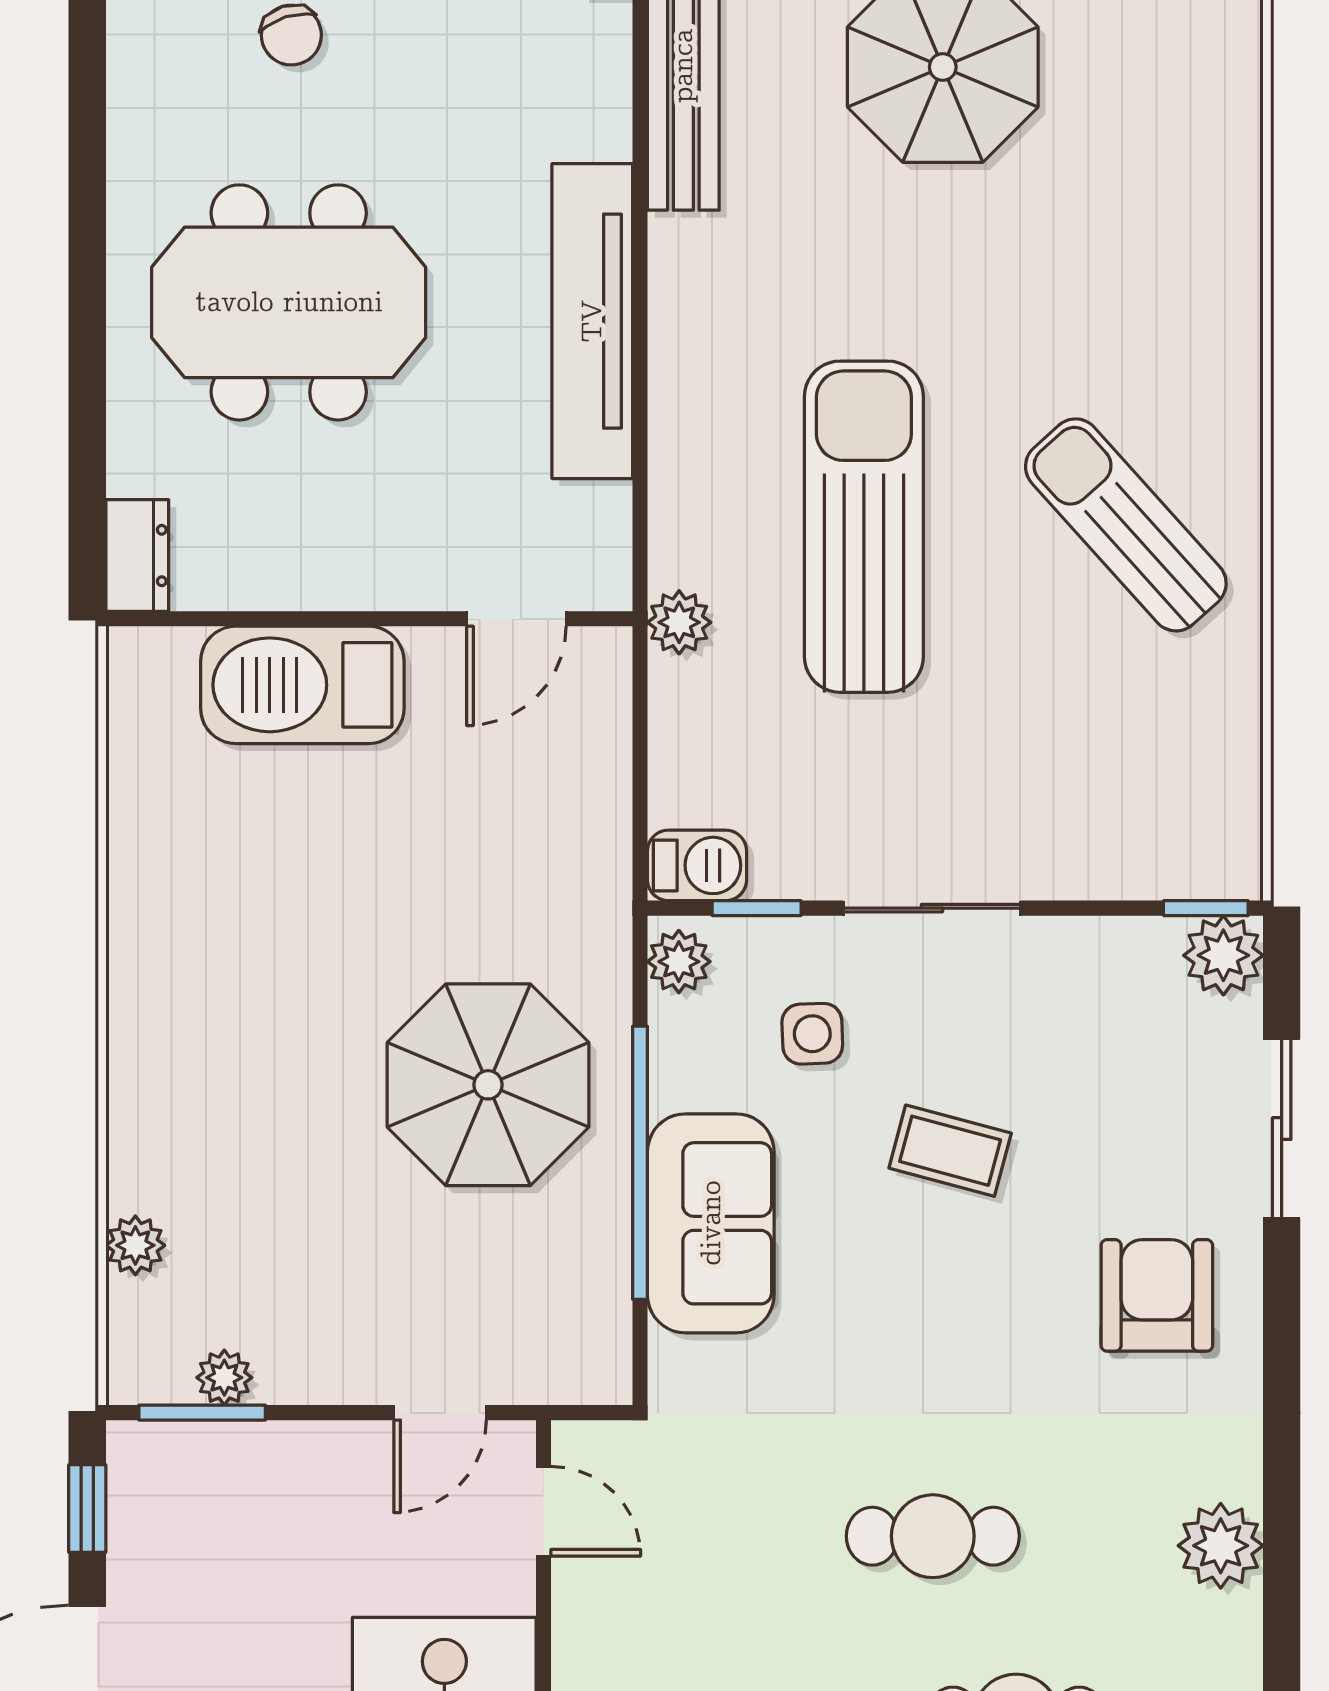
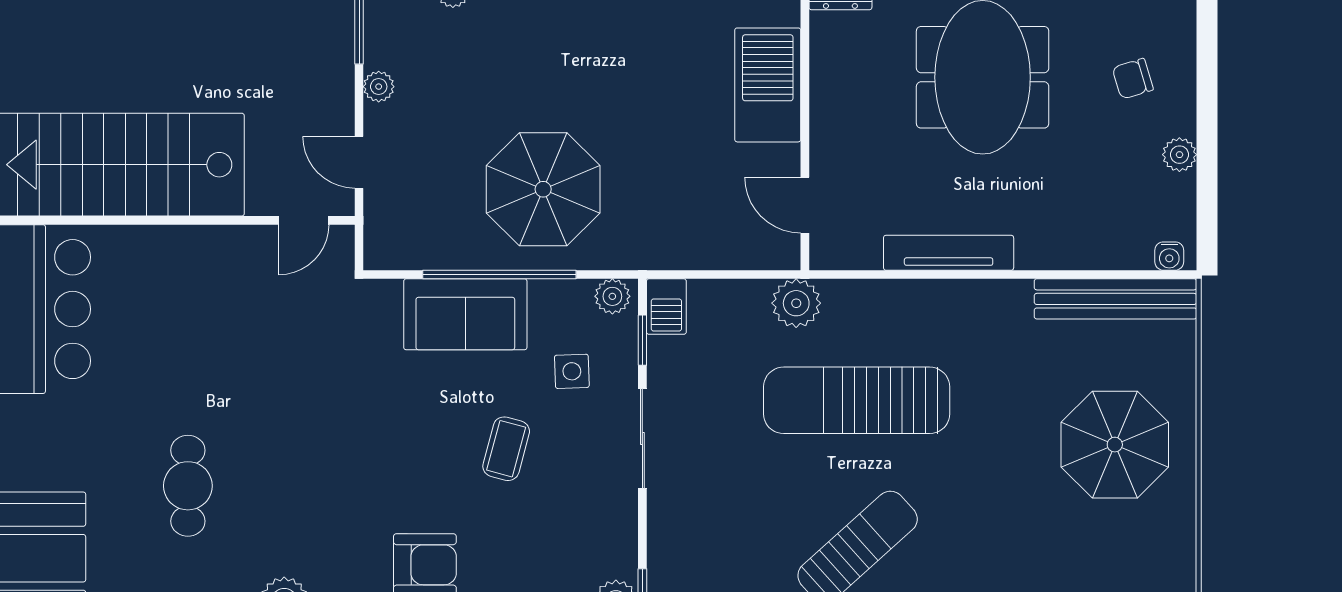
tv unit: (592, 321) -> (949, 253), width x0.73, depth x0.78
sun lounger: (864, 527) -> (857, 400), turned 180
plant: (679, 622) -> (796, 303), width x1.38, depth x1.38
plant: (224, 1378) -> (379, 87), moved
cafe table: (933, 1536) -> (290, 439), removed

